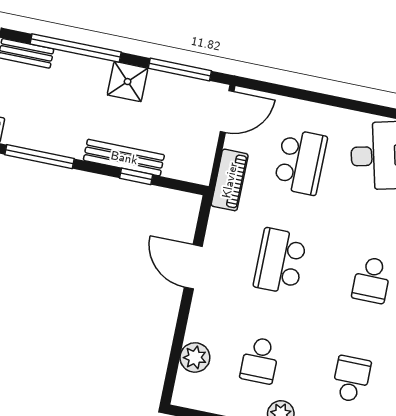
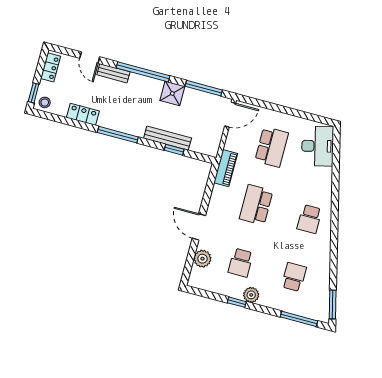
piano: (230, 180) -> (226, 168), moved
door: (193, 267) -> (199, 227), moved

